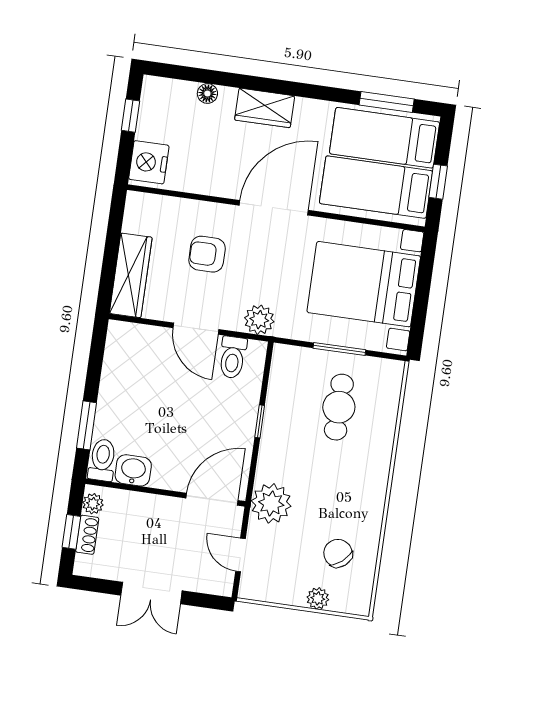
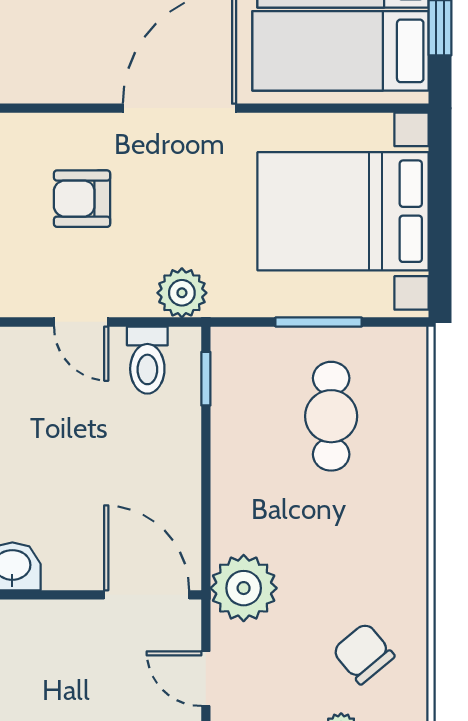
door: (196, 329) -> (81, 322), width x0.73
window: (260, 421) -> (206, 379), moved
door: (212, 499) -> (147, 595), hinge flipped

